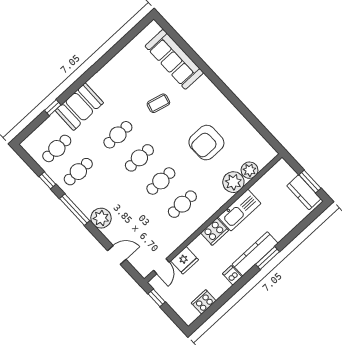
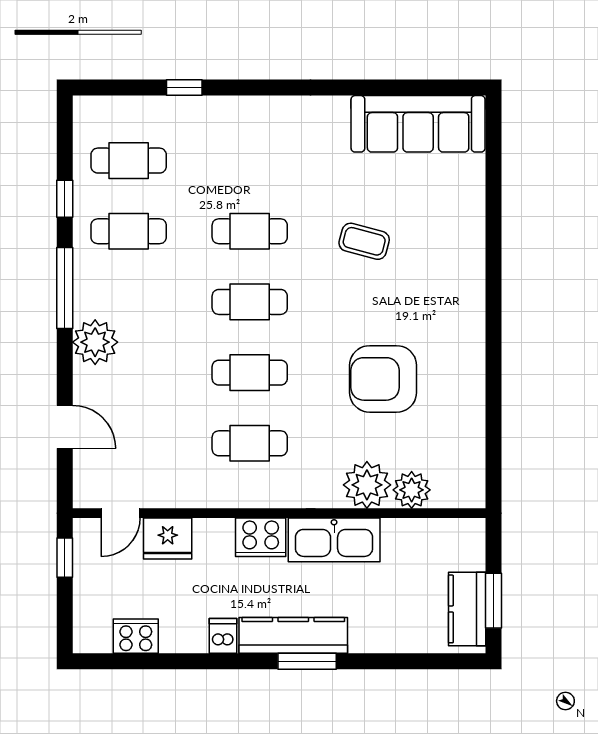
sofa: (174, 59) -> (418, 124), moved, turned -90
booth: (79, 107) -> (229, 126), removed

